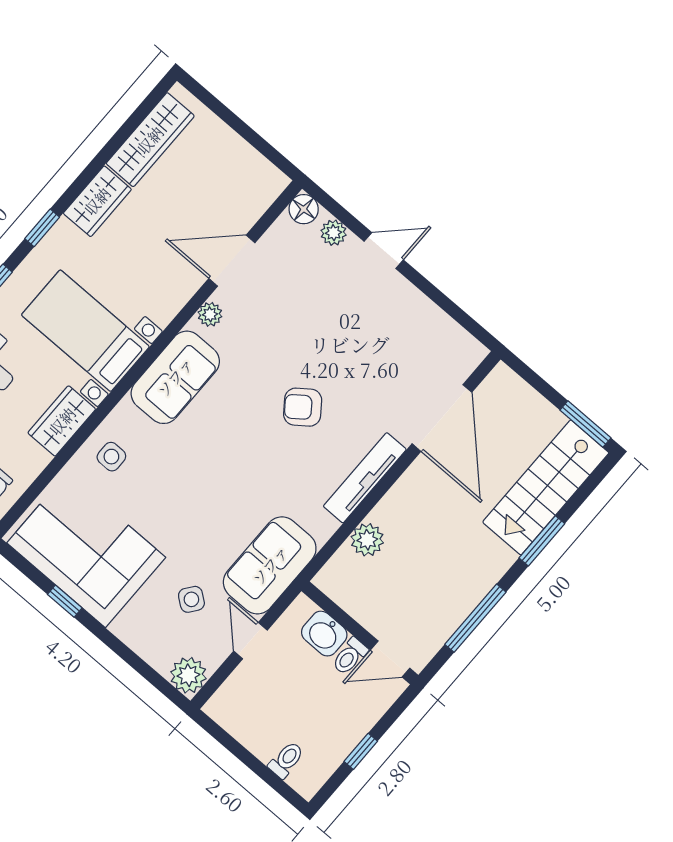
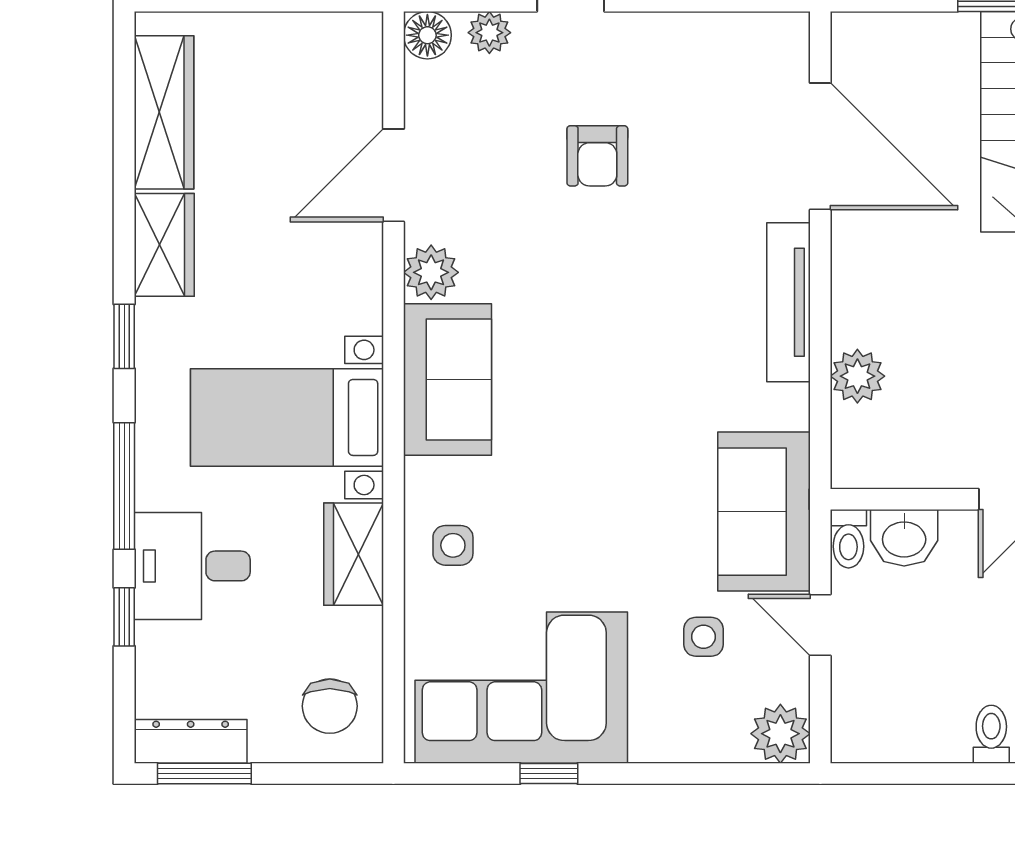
plant: (210, 314) -> (431, 272), width x1.38, depth x1.38
armchair: (303, 407) -> (597, 156), moved, turned -53
side table: (191, 599) -> (703, 637), turned -37
toilet: (350, 656) -> (848, 539), moved

